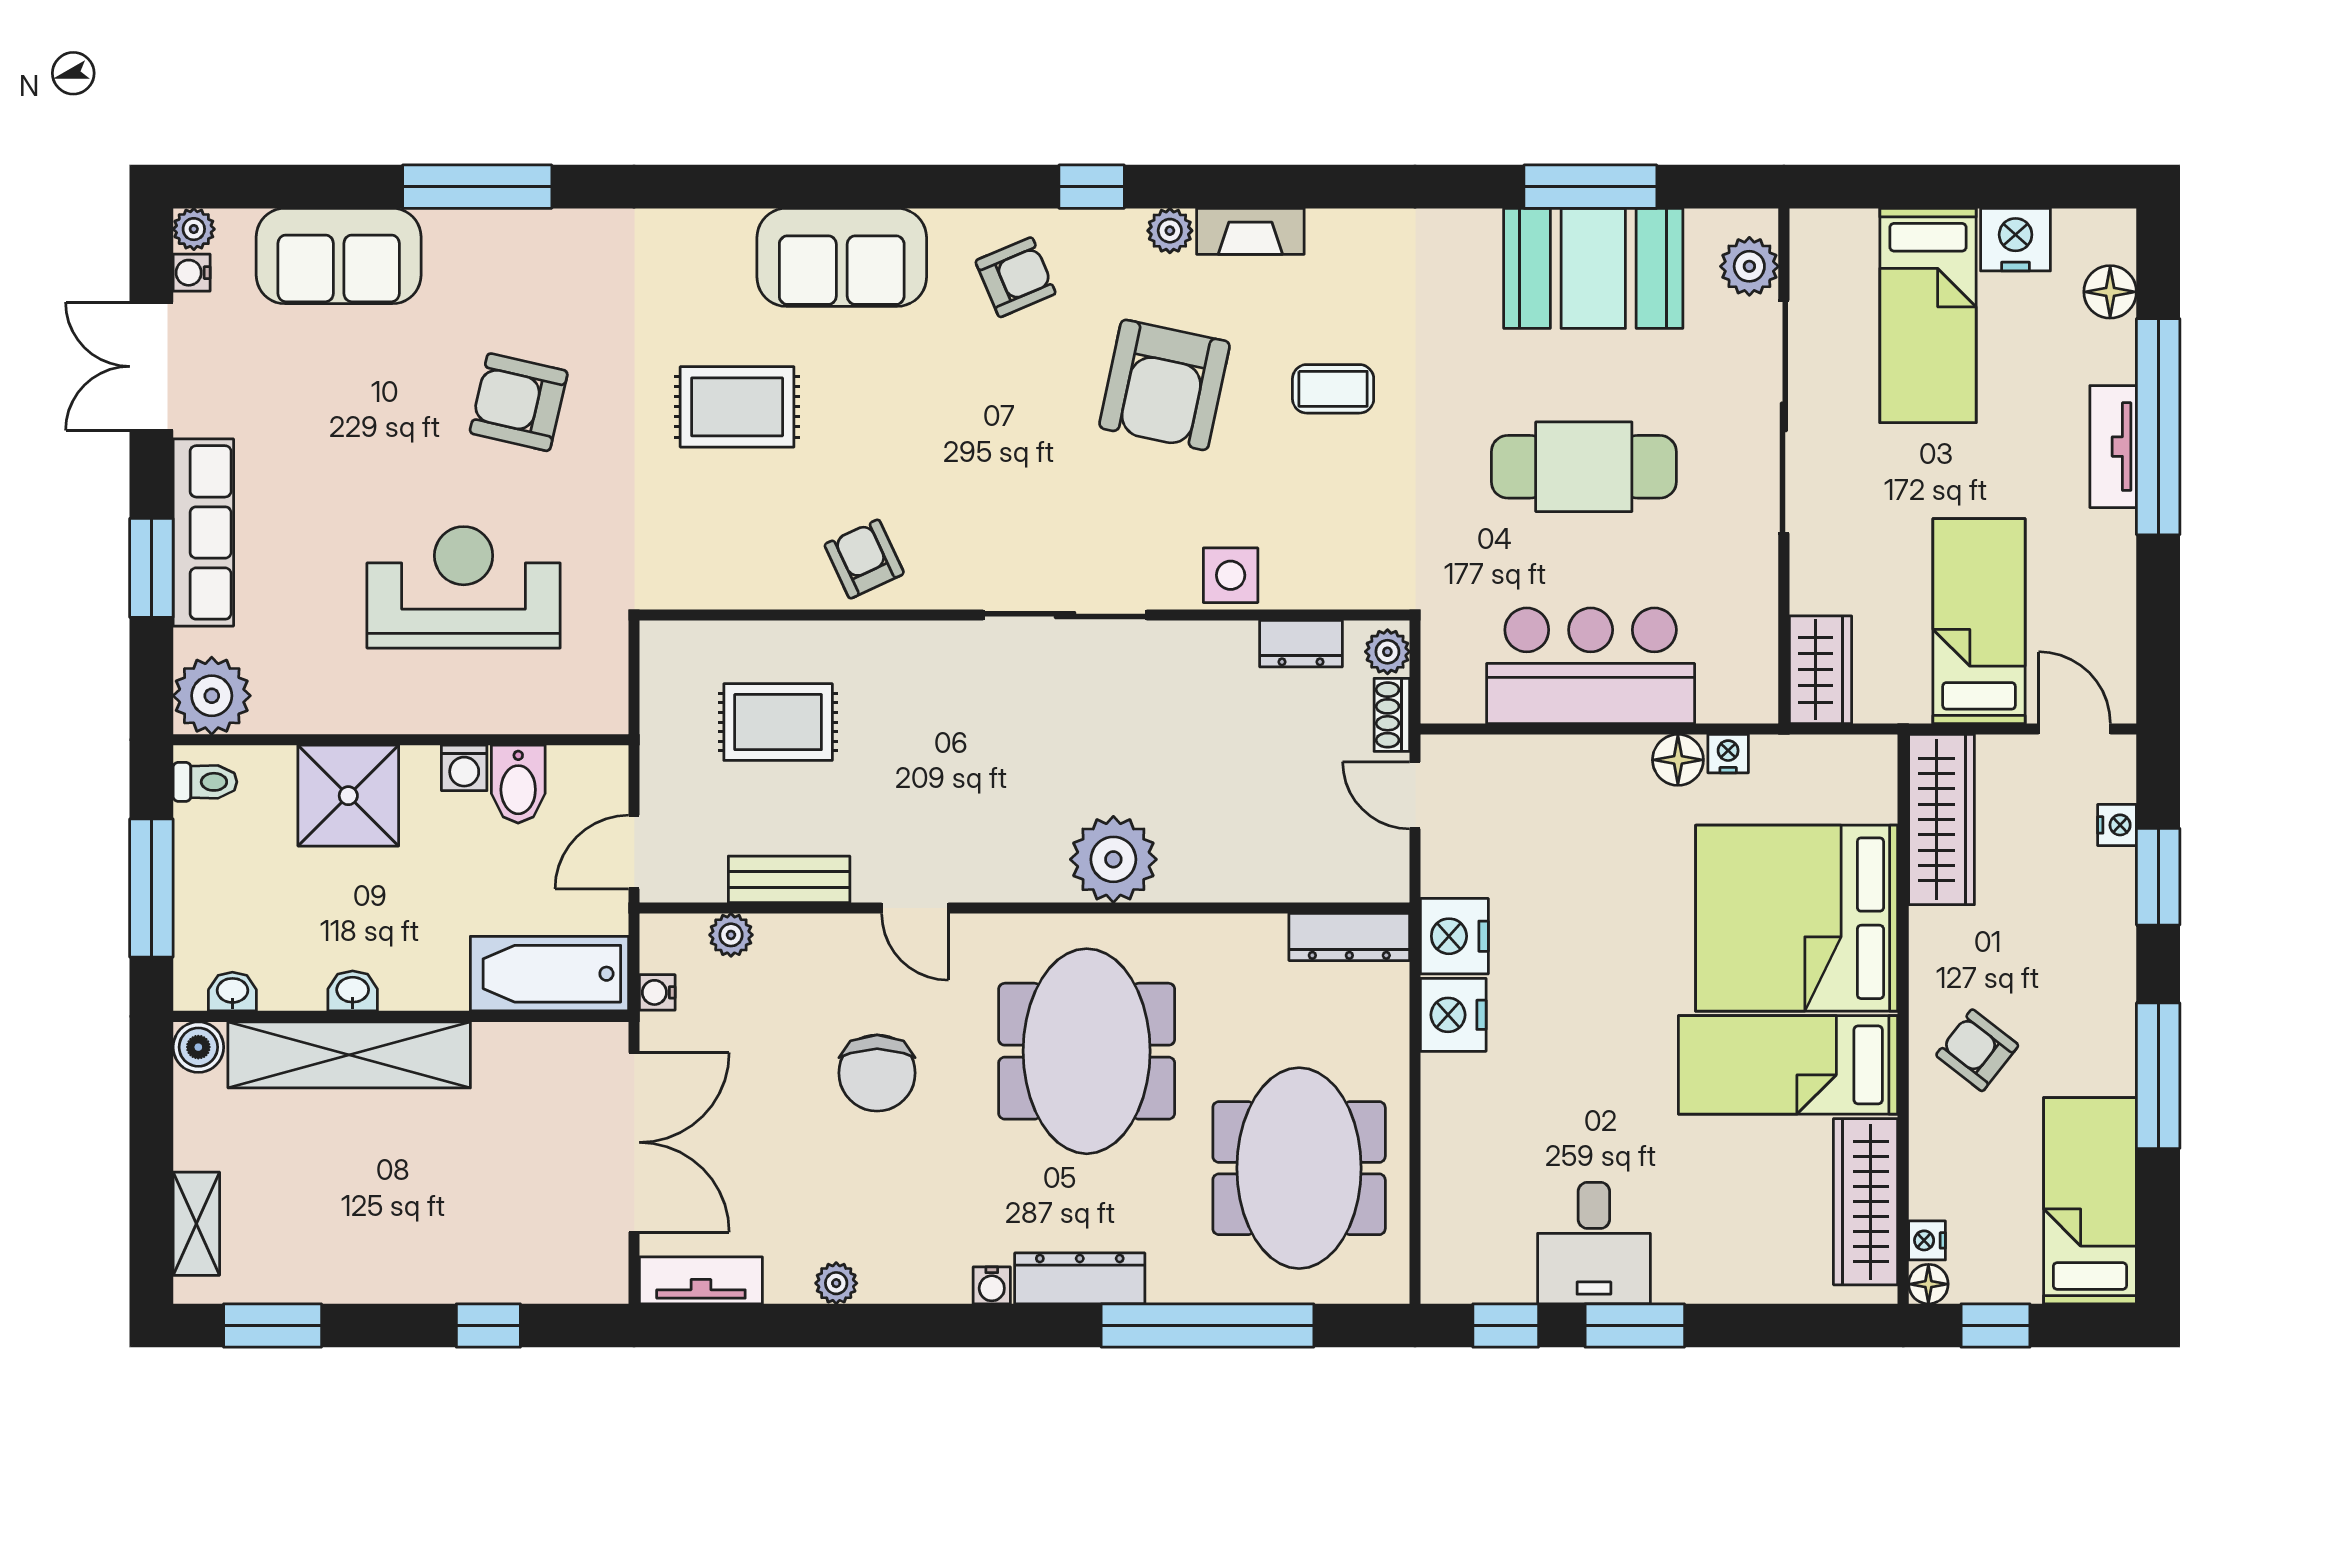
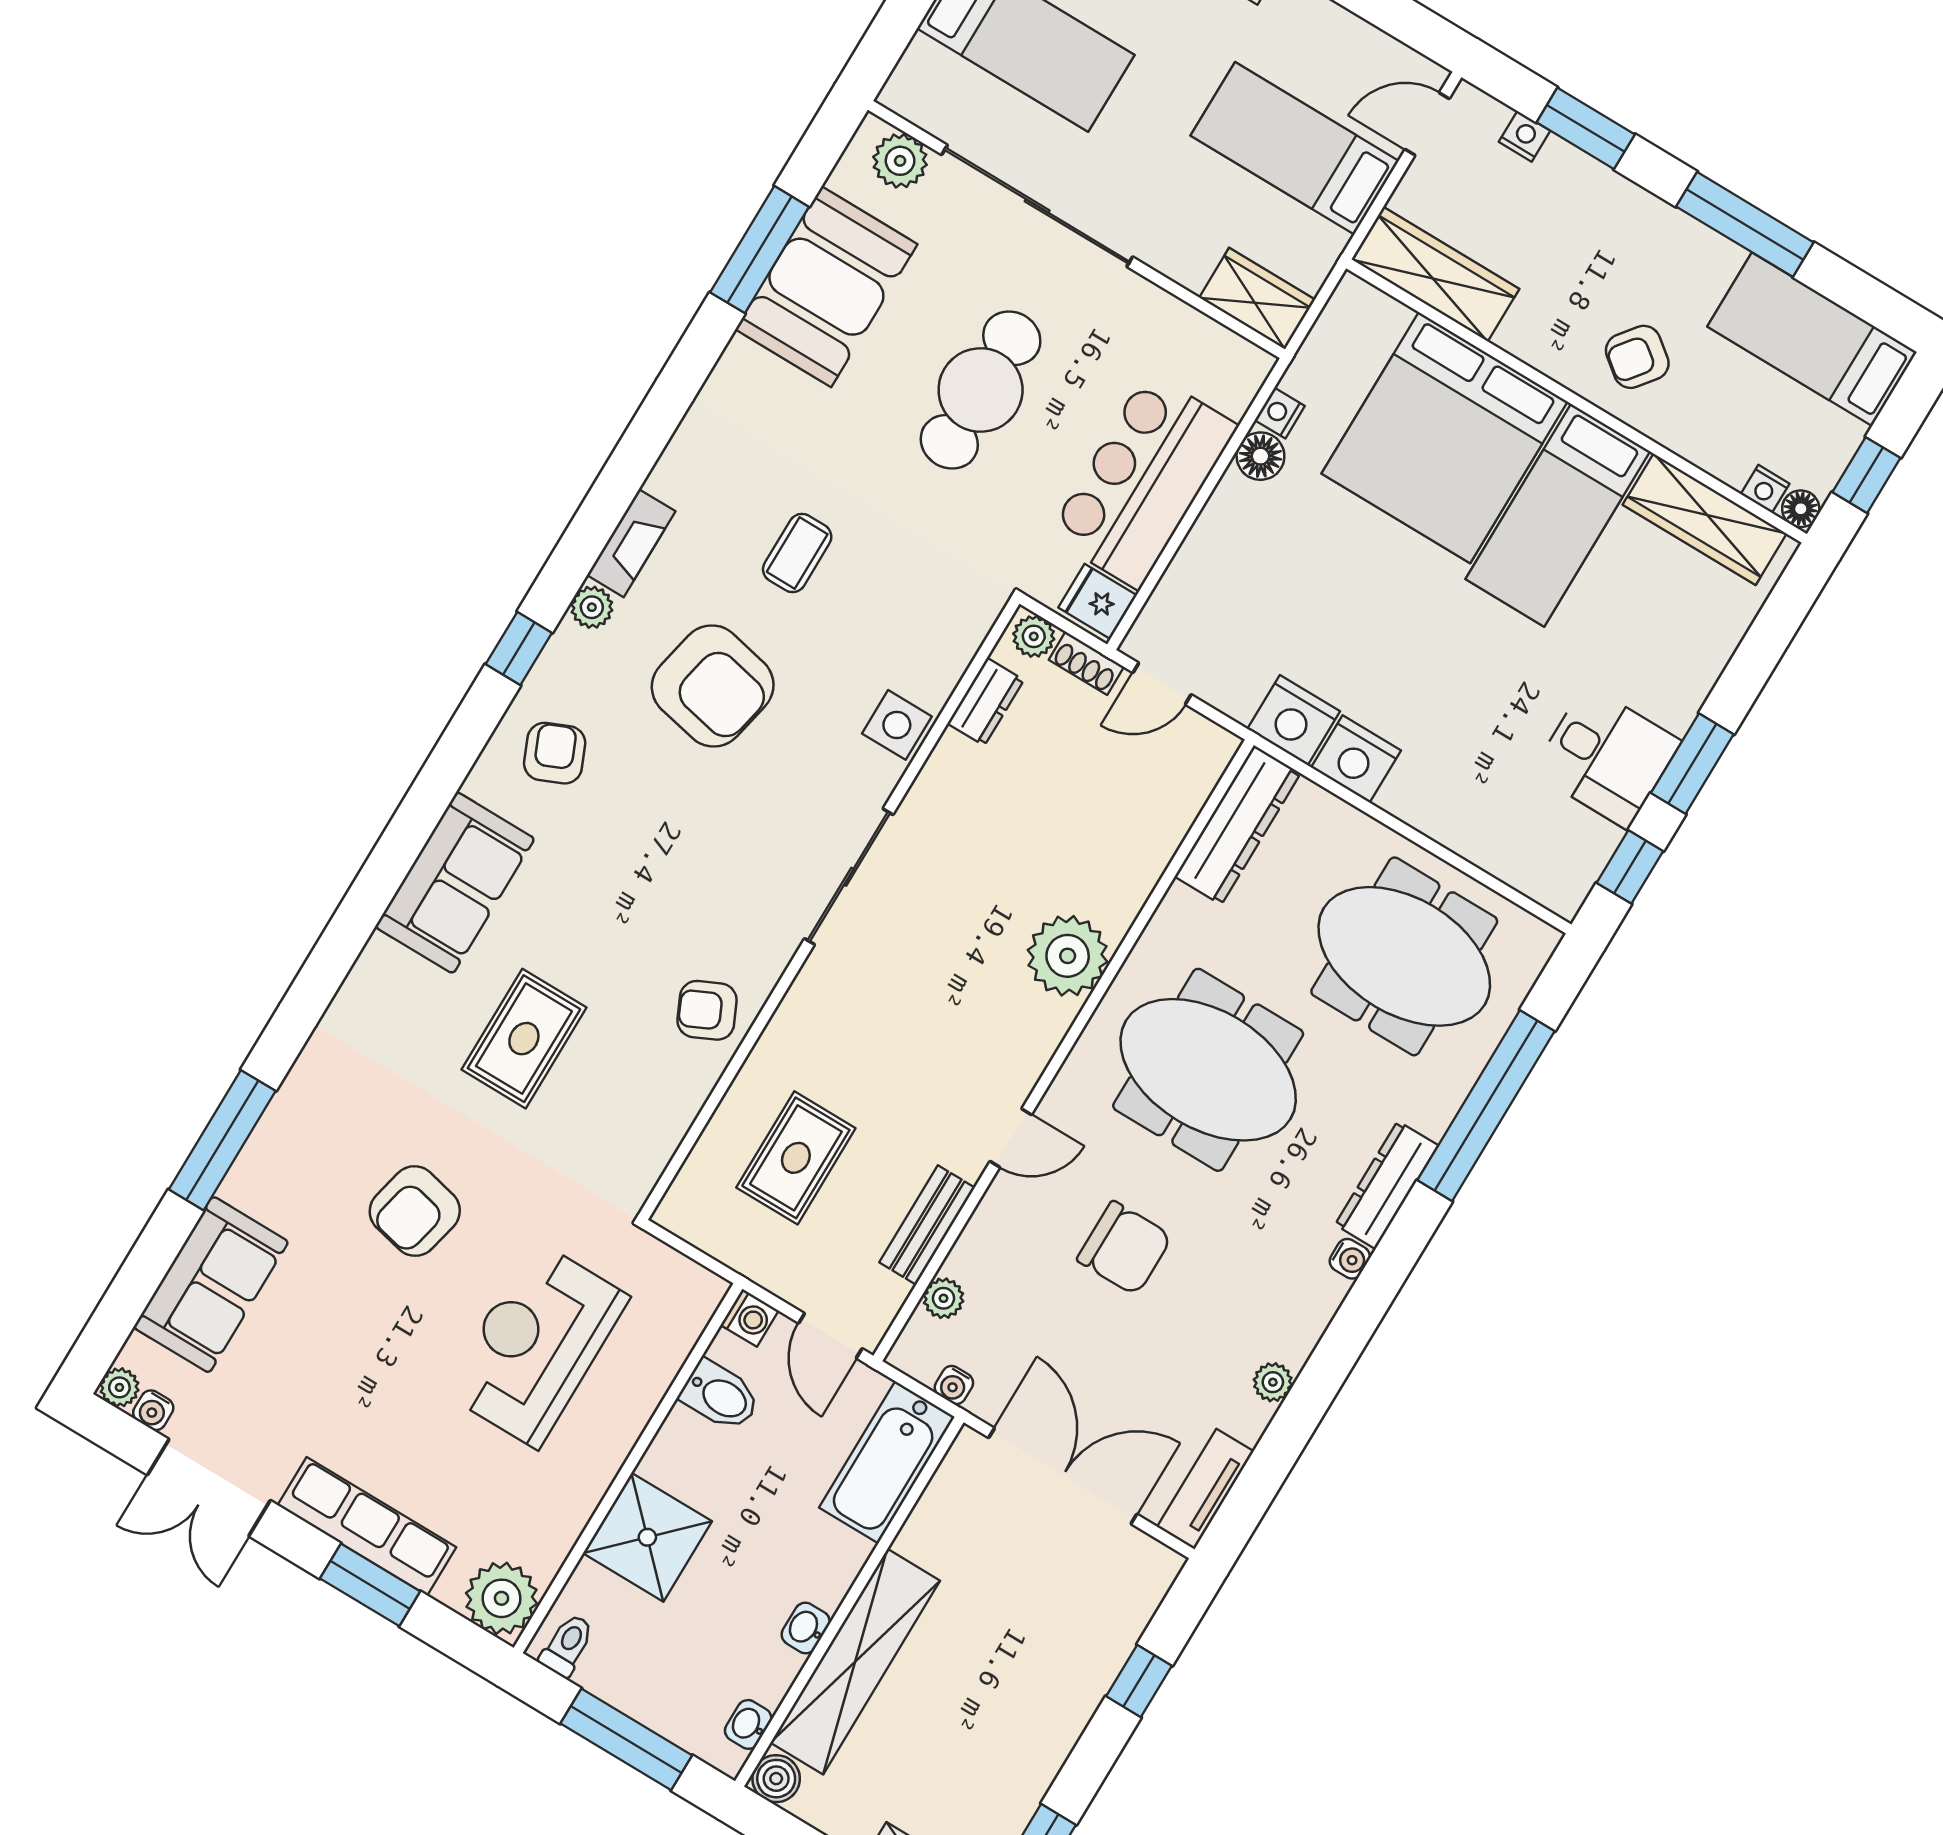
fridge: (1455, 691) -> (1097, 601), added
washing machine: (464, 768) -> (750, 1318), moved
dresser: (1349, 937) -> (1238, 825), width x1.37, depth x1.24

